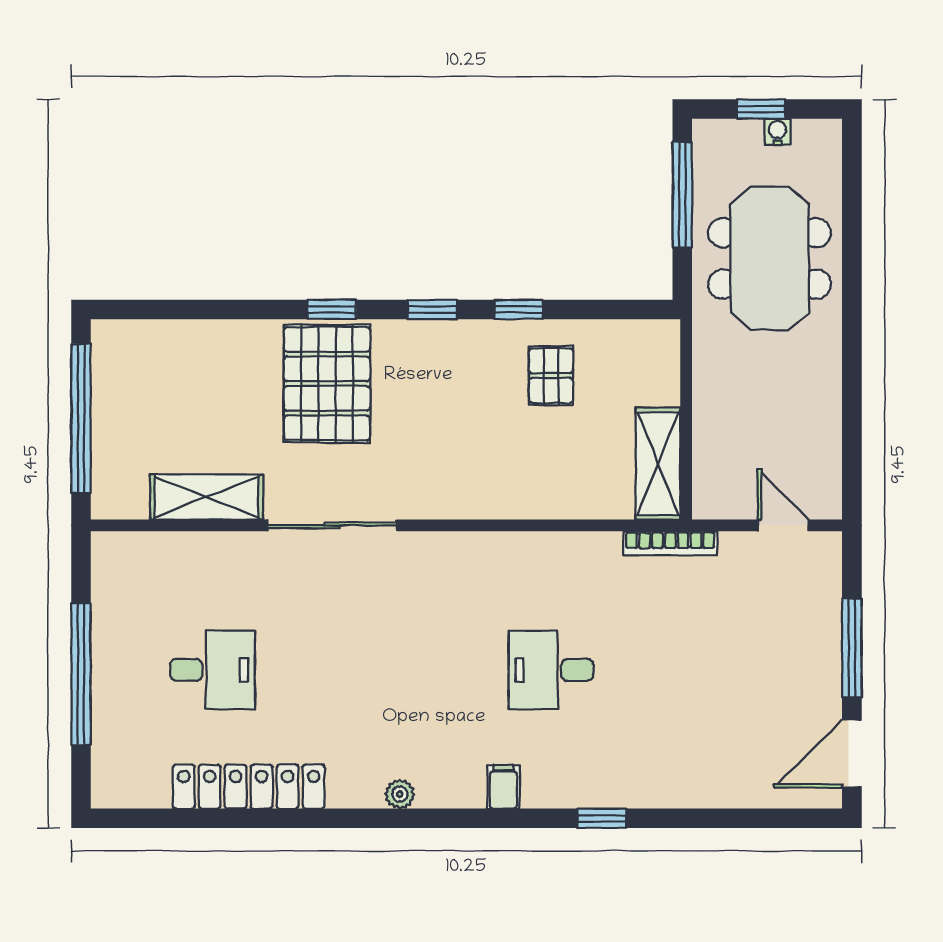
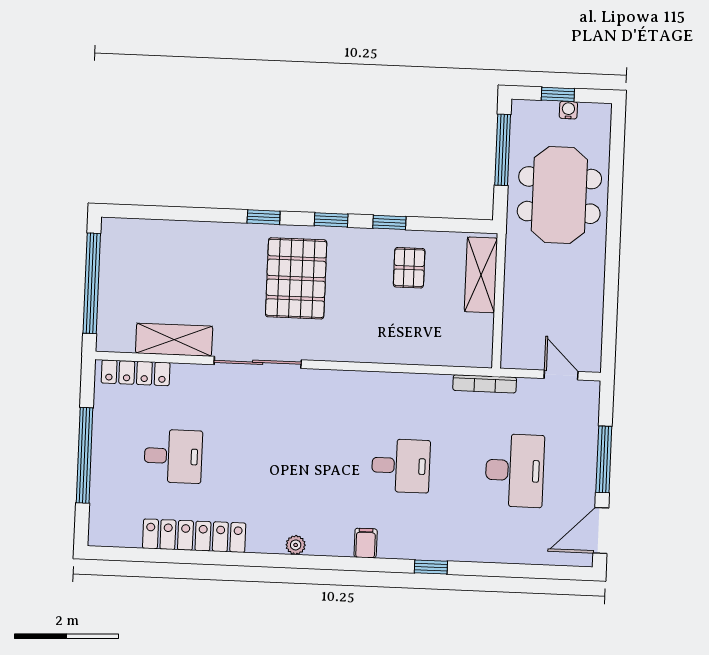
pallet: (327, 384) -> (296, 278), moved
shelving: (658, 464) -> (481, 275), moved
locker: (152, 549) -> (136, 373), added
desk: (551, 670) -> (401, 466), turned 180
desk: (720, 670) -> (515, 470), added

